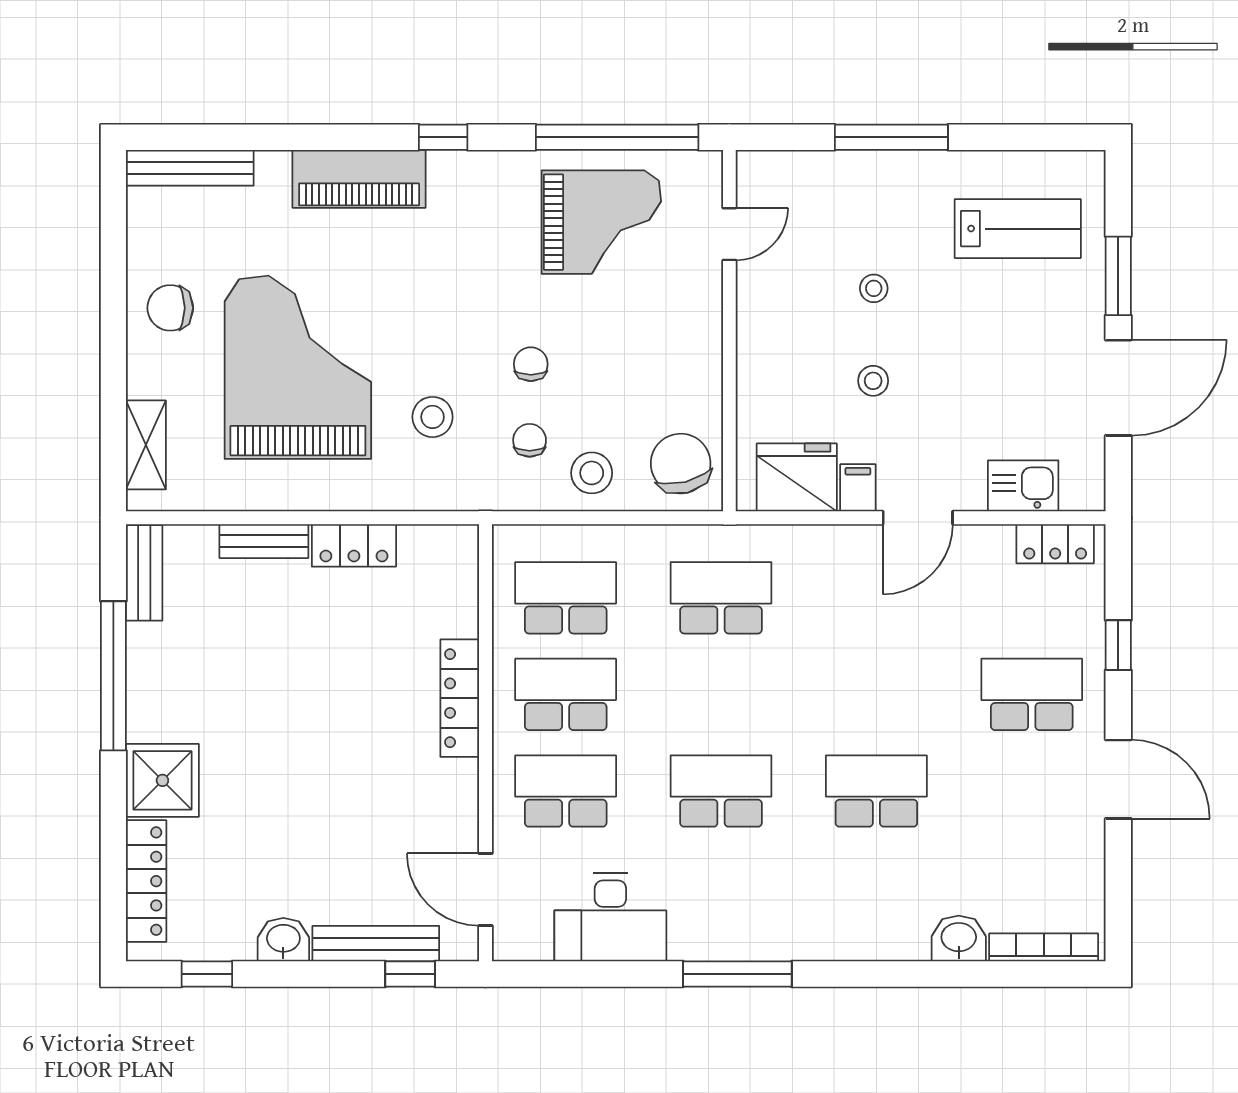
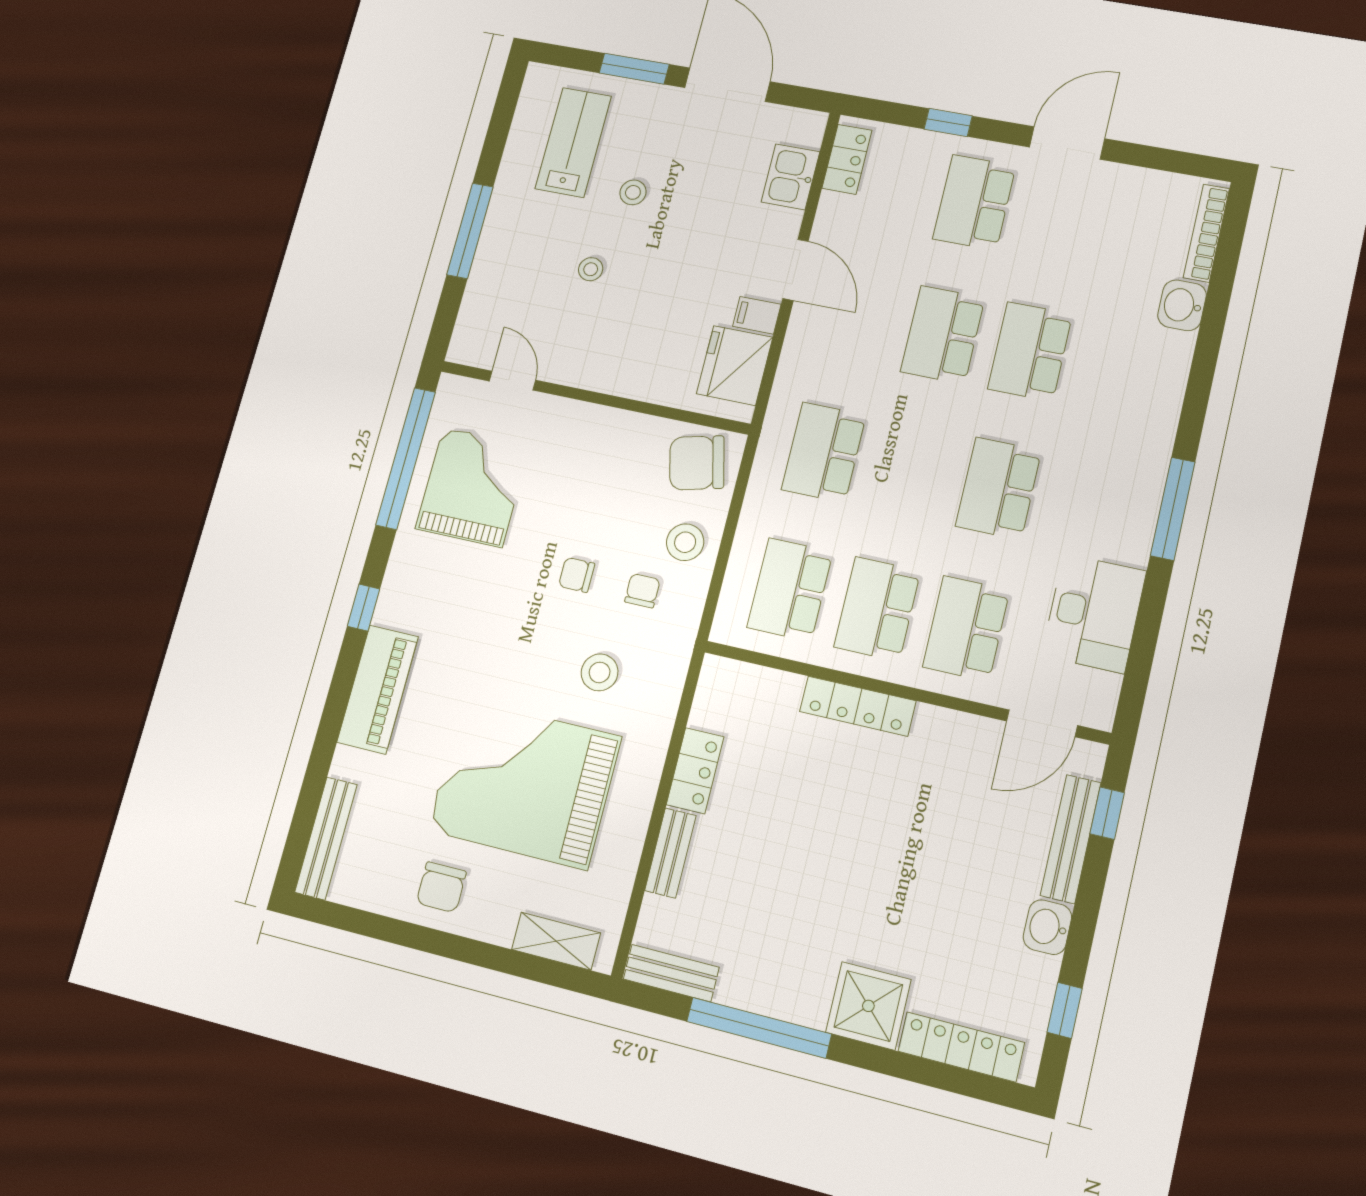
stool: (873, 381) -> (633, 192), moved
chair: (530, 440) -> (642, 591), turned 90
school desk: (876, 694) -> (943, 335), added

